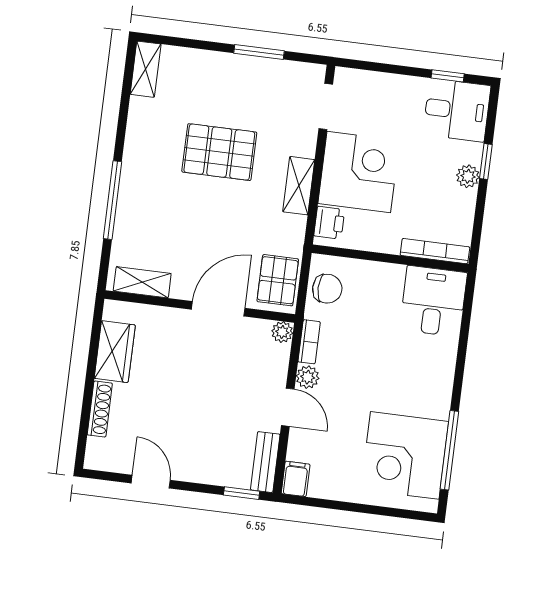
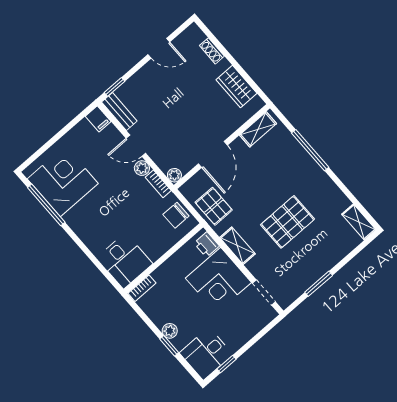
bookcase: (435, 251) -> (142, 288), width x0.64
pallet: (278, 280) -> (214, 206), moved
shoe rack: (100, 409) -> (212, 51), width x0.70

